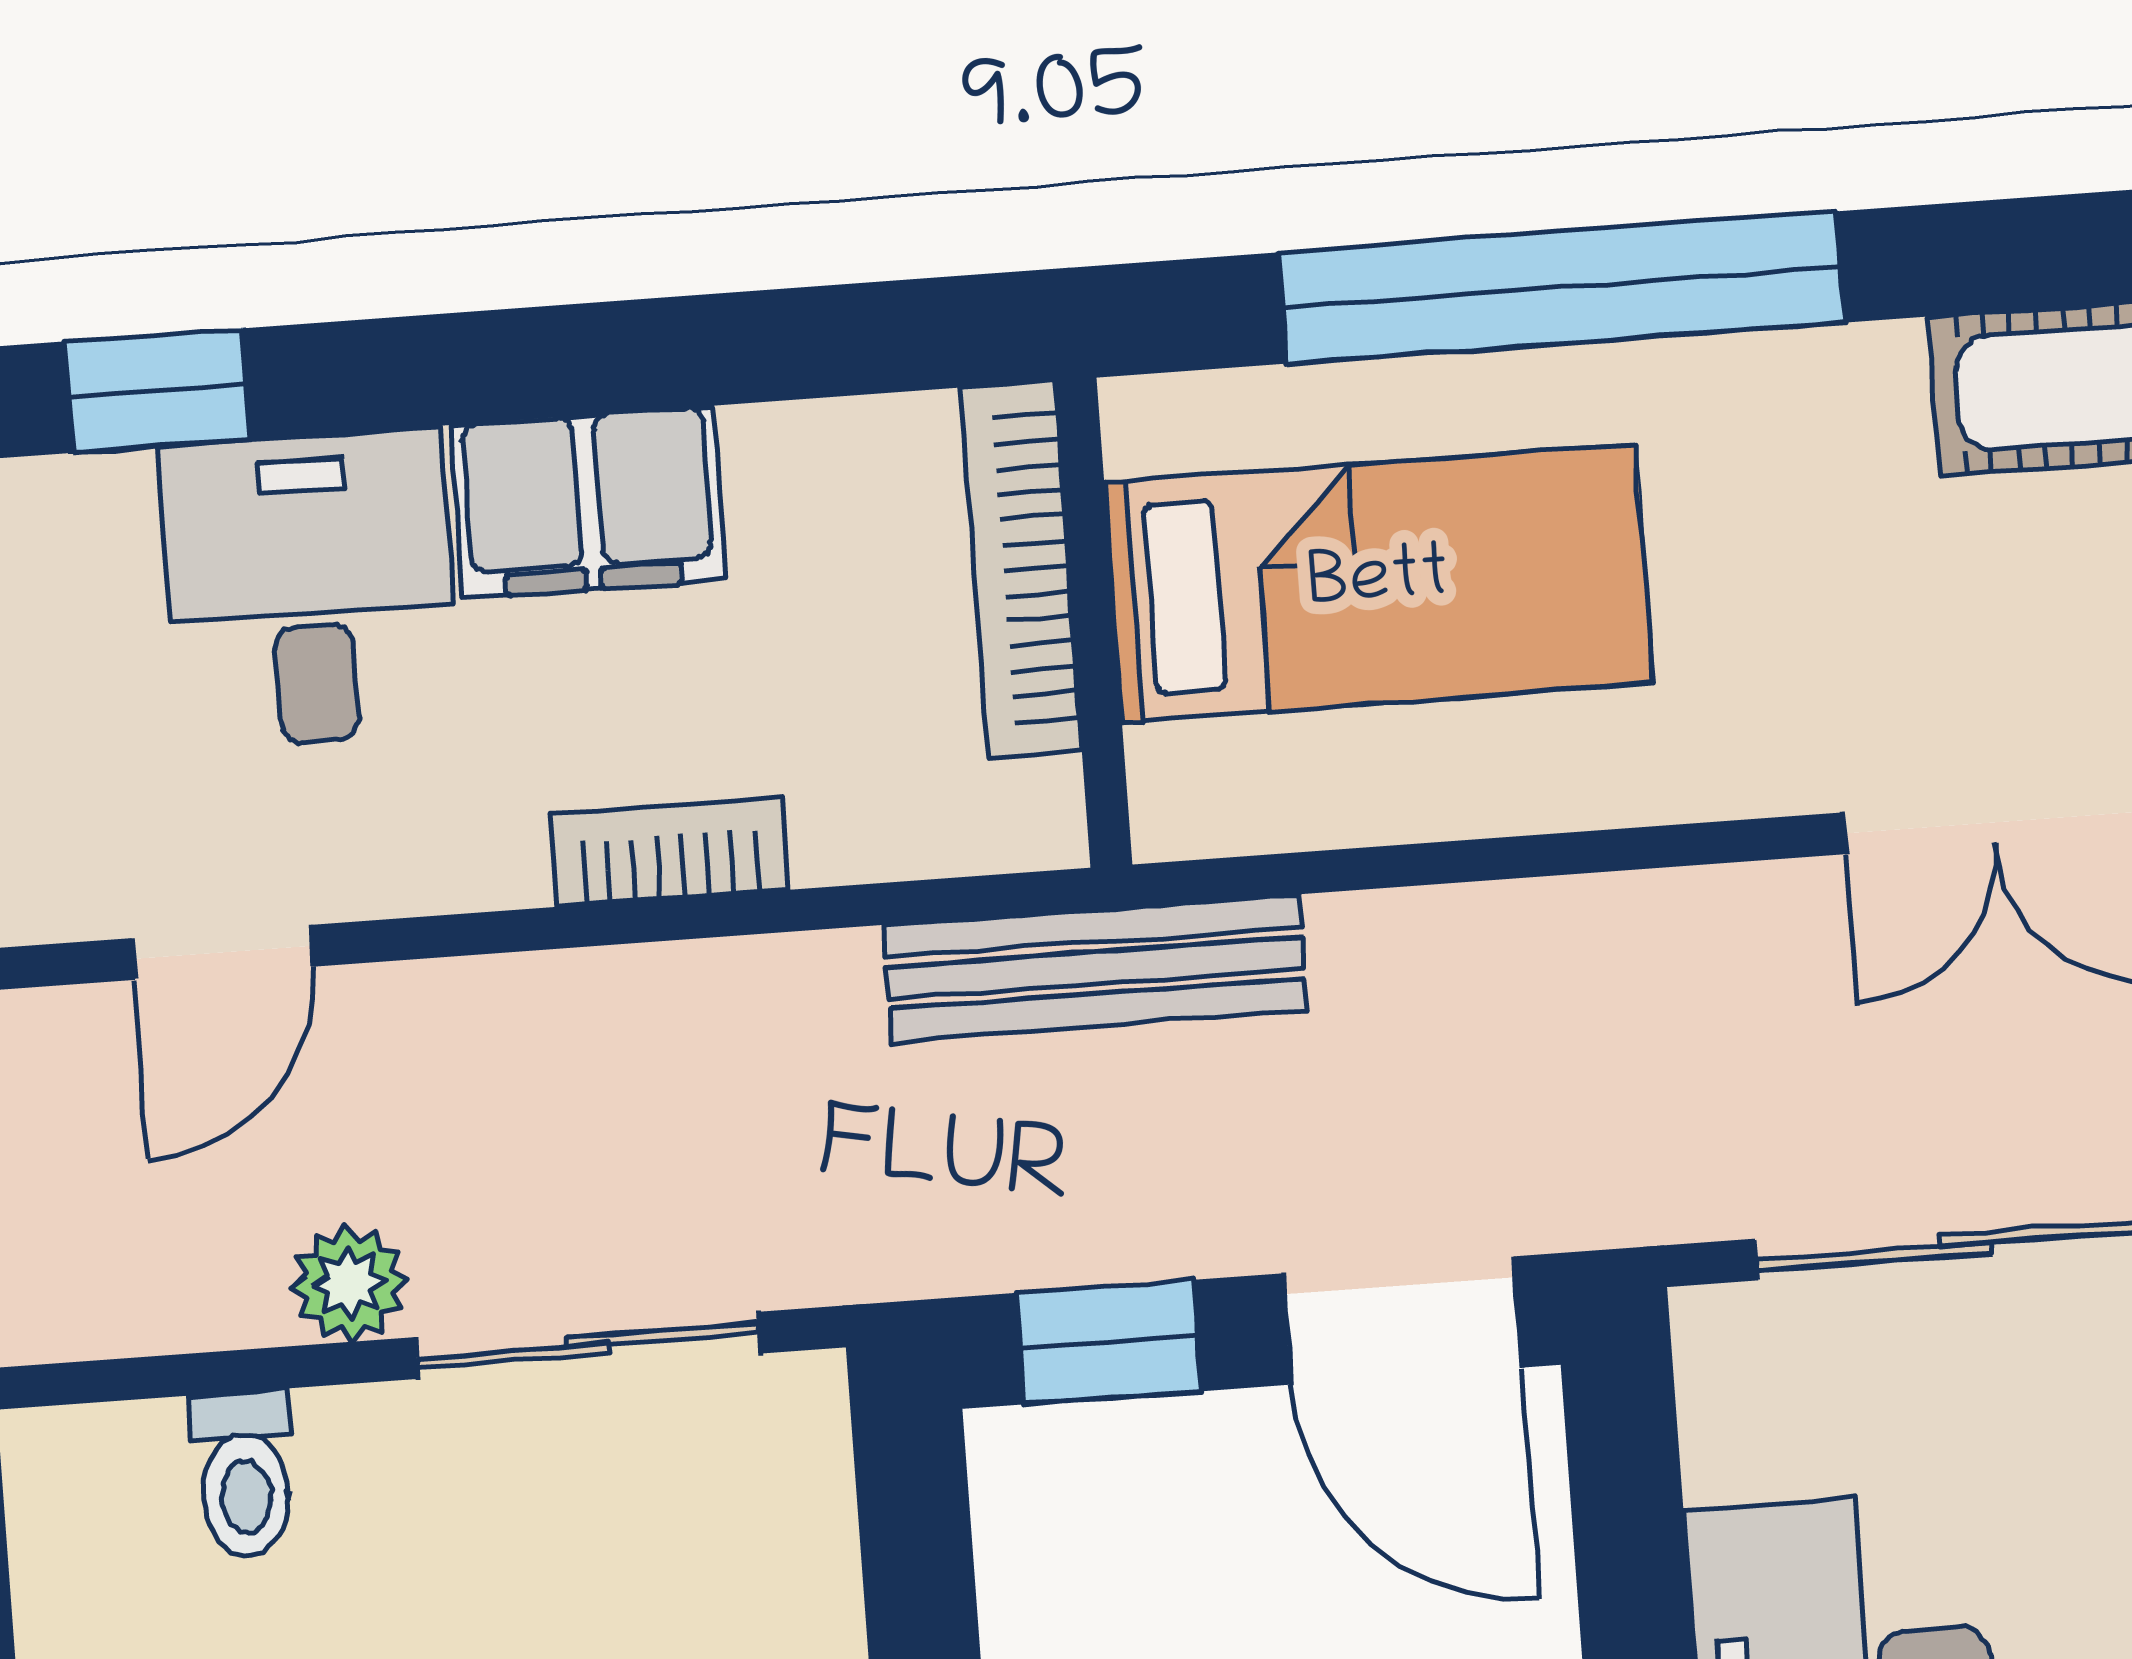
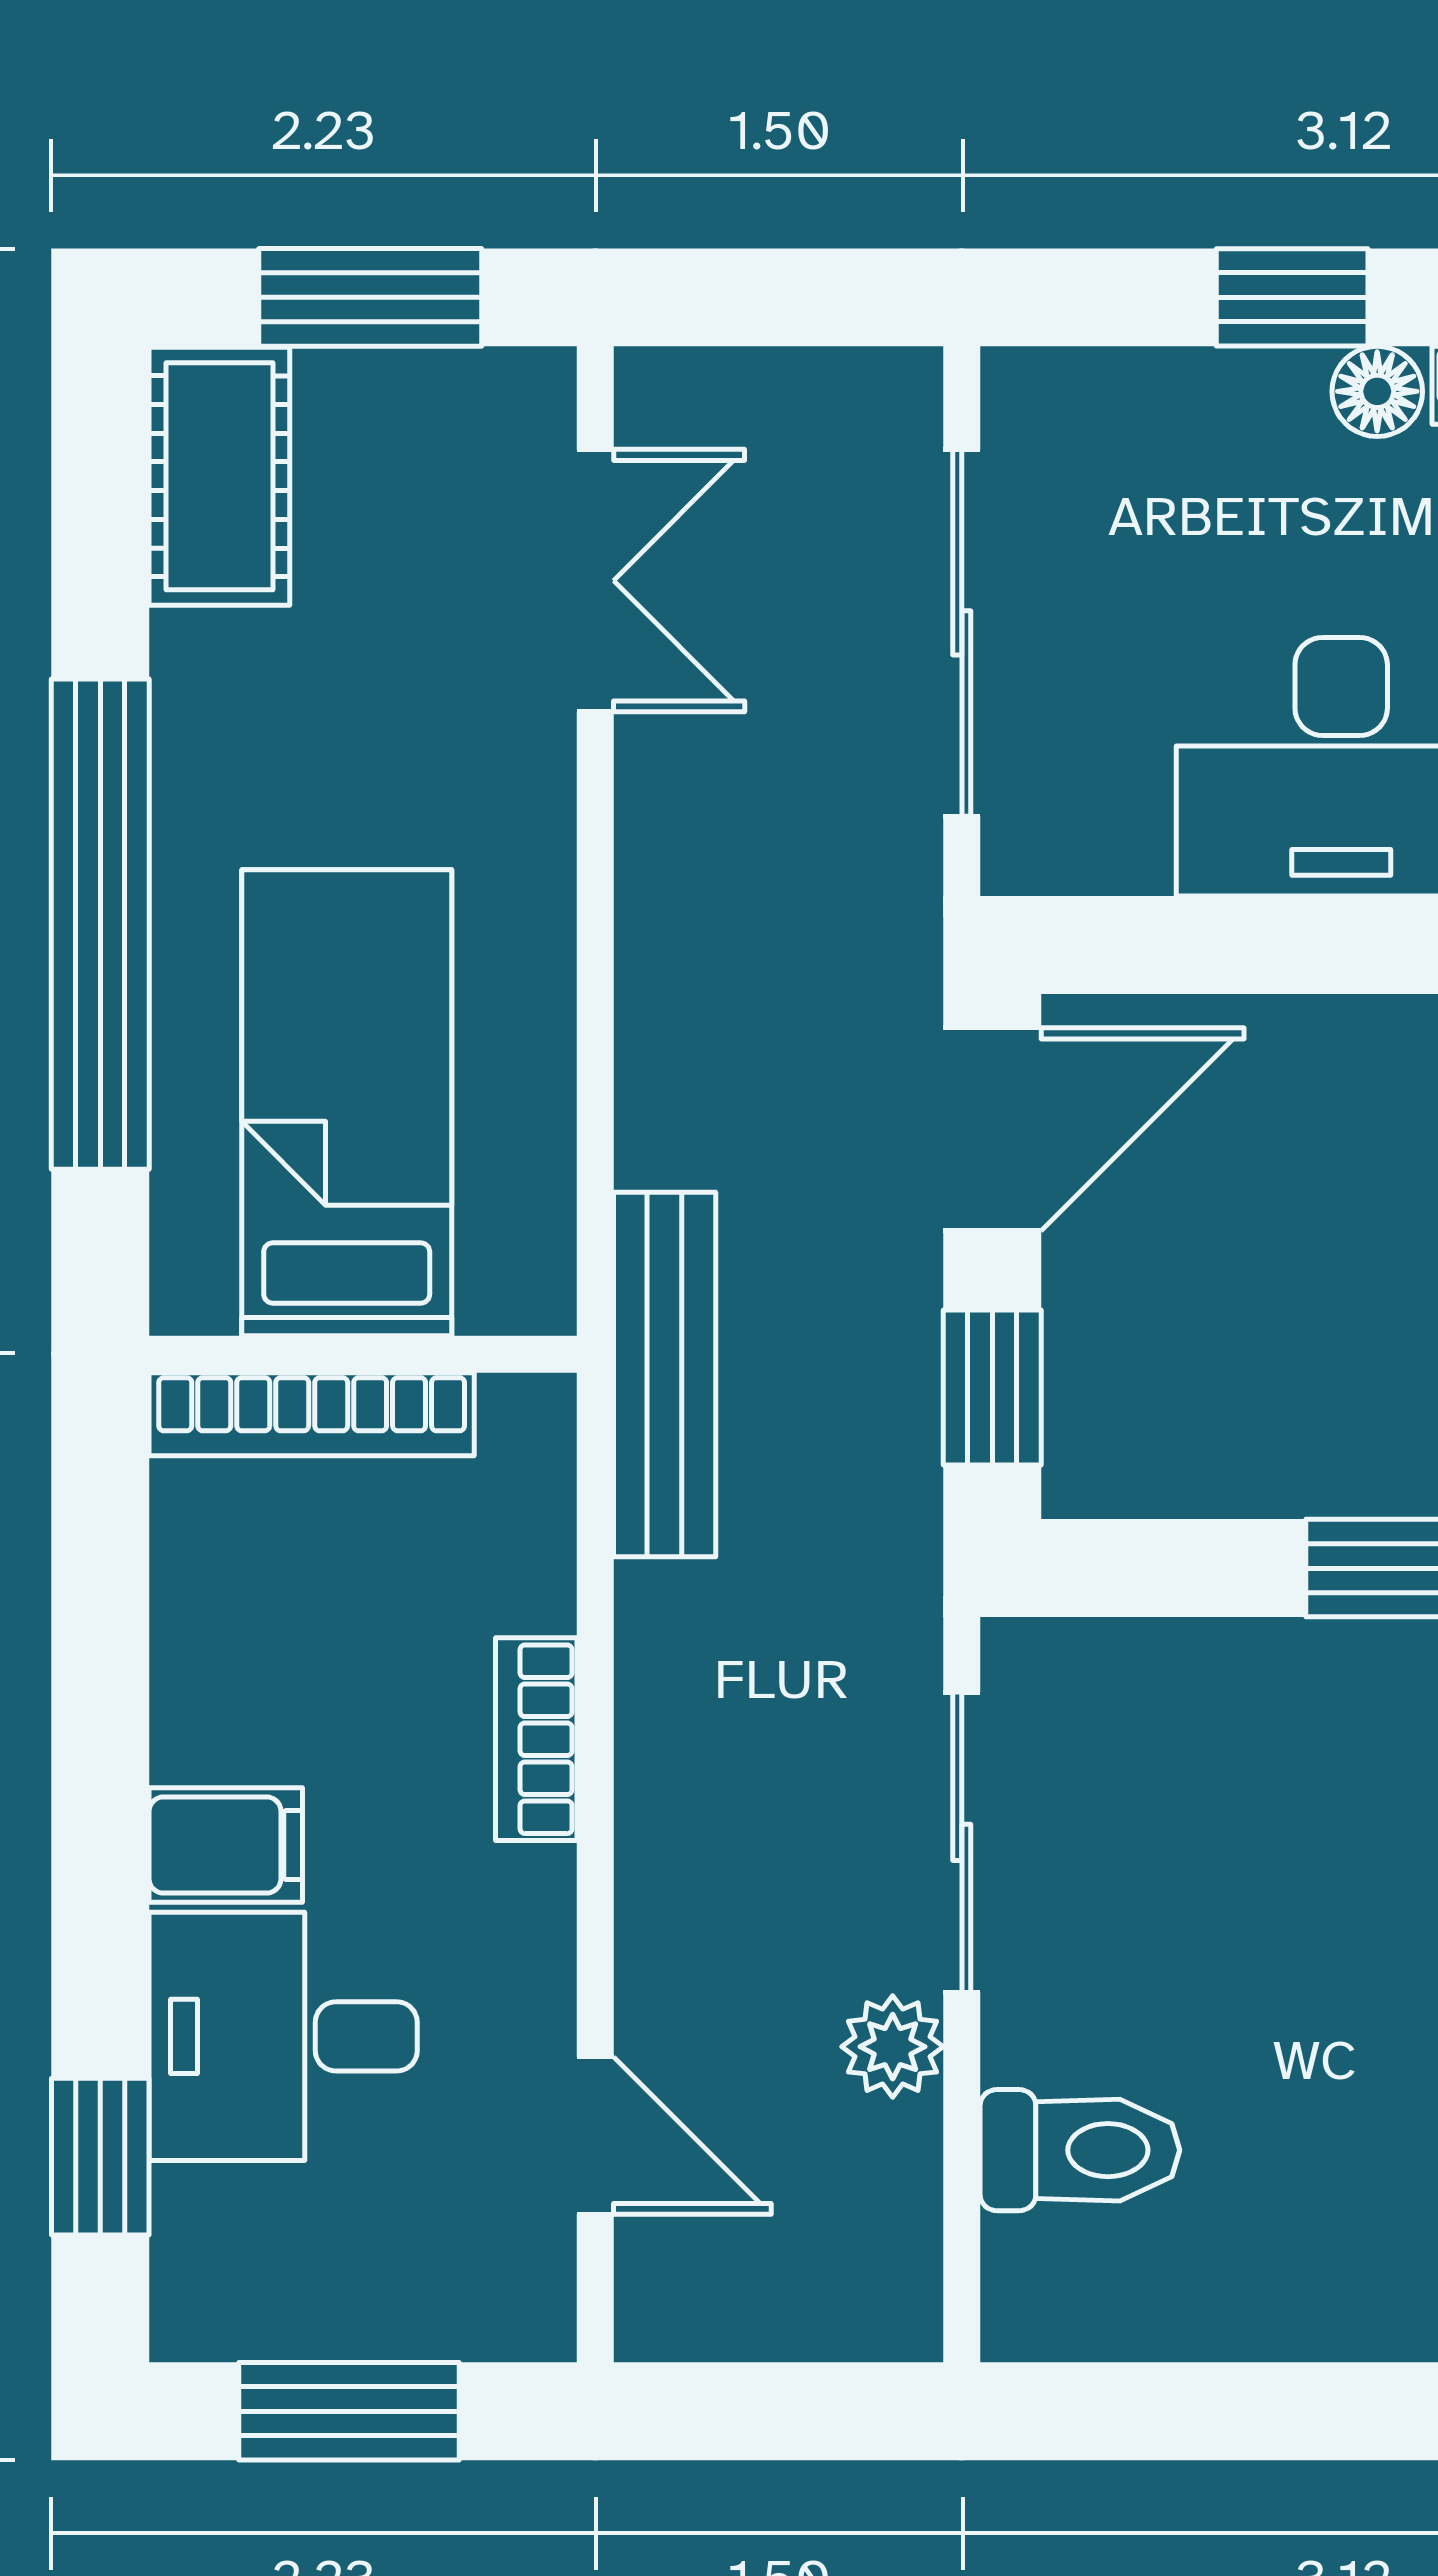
filing cabinet: (588, 503) -> (226, 1845), width x0.50
toilet: (245, 1474) -> (1080, 2150), width x1.37, depth x1.39

